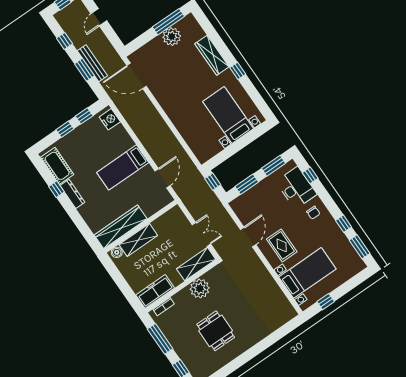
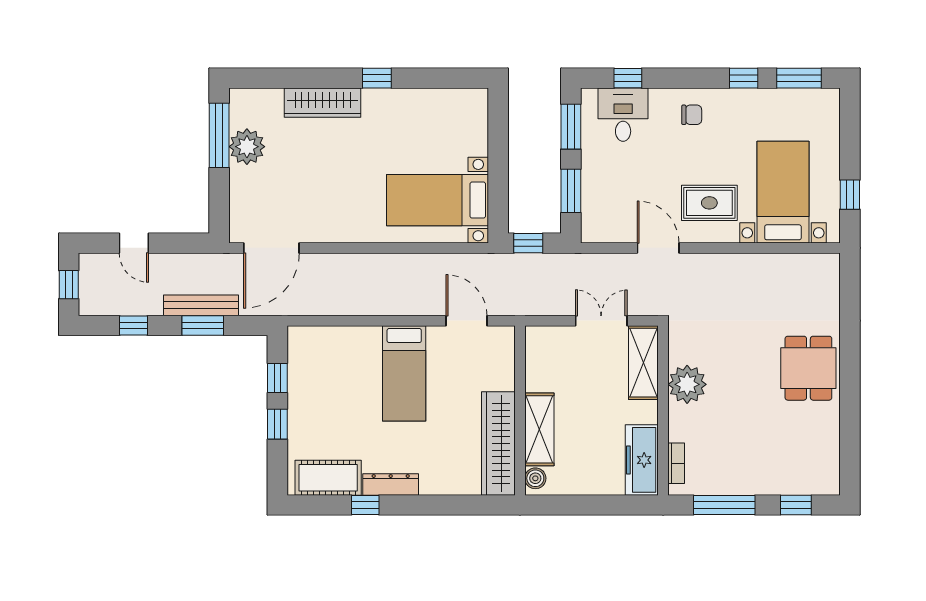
bed with nightstands: (228, 115) -> (438, 200), moved
nightstand: (110, 119) -> (312, 340), removed
desk: (296, 188) -> (623, 115), width x0.73
dining table: (216, 331) -> (808, 368), moved, turned 90

